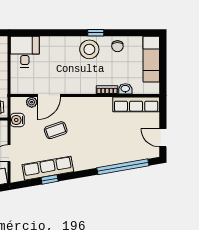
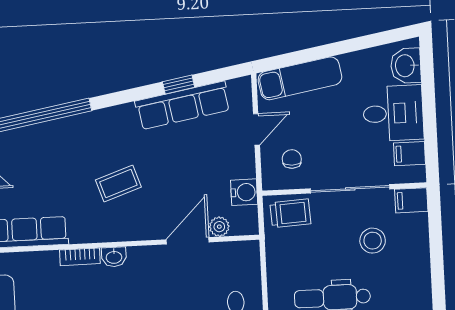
washbasin: (125, 89) -> (114, 257), moved
coffee table: (56, 130) -> (118, 183), moved

